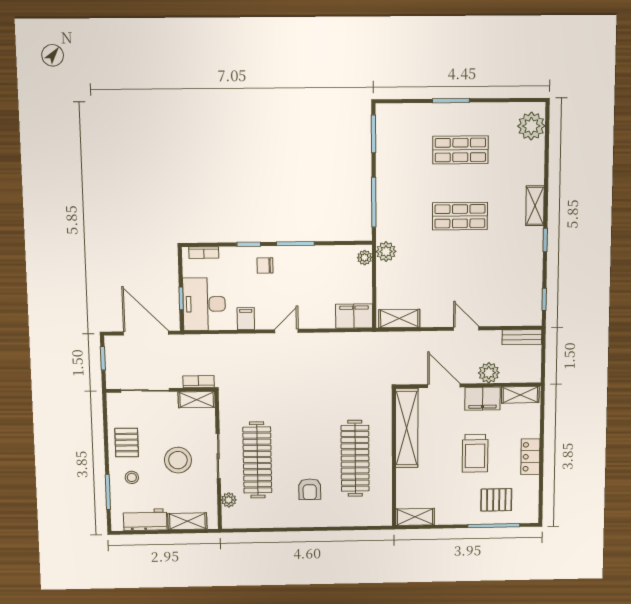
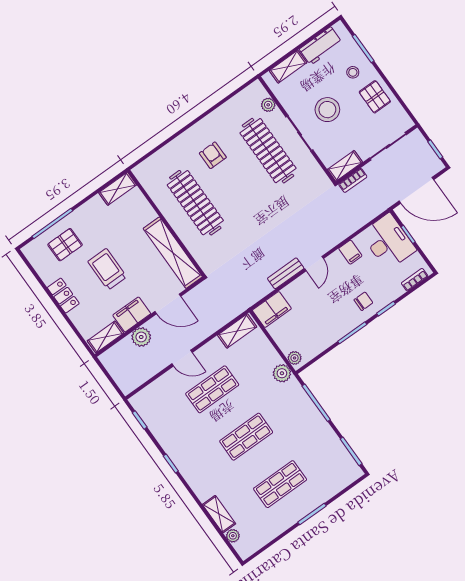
plant: (531, 126) -> (233, 536), width x0.53, depth x0.53
shelving: (535, 206) -> (219, 514), moved
shop shelf: (459, 281) -> (212, 389), added
bench: (522, 337) -> (286, 273), moved

